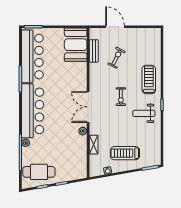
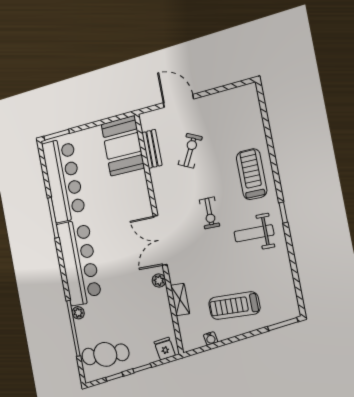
fridge: (78, 173) -> (165, 349), added

